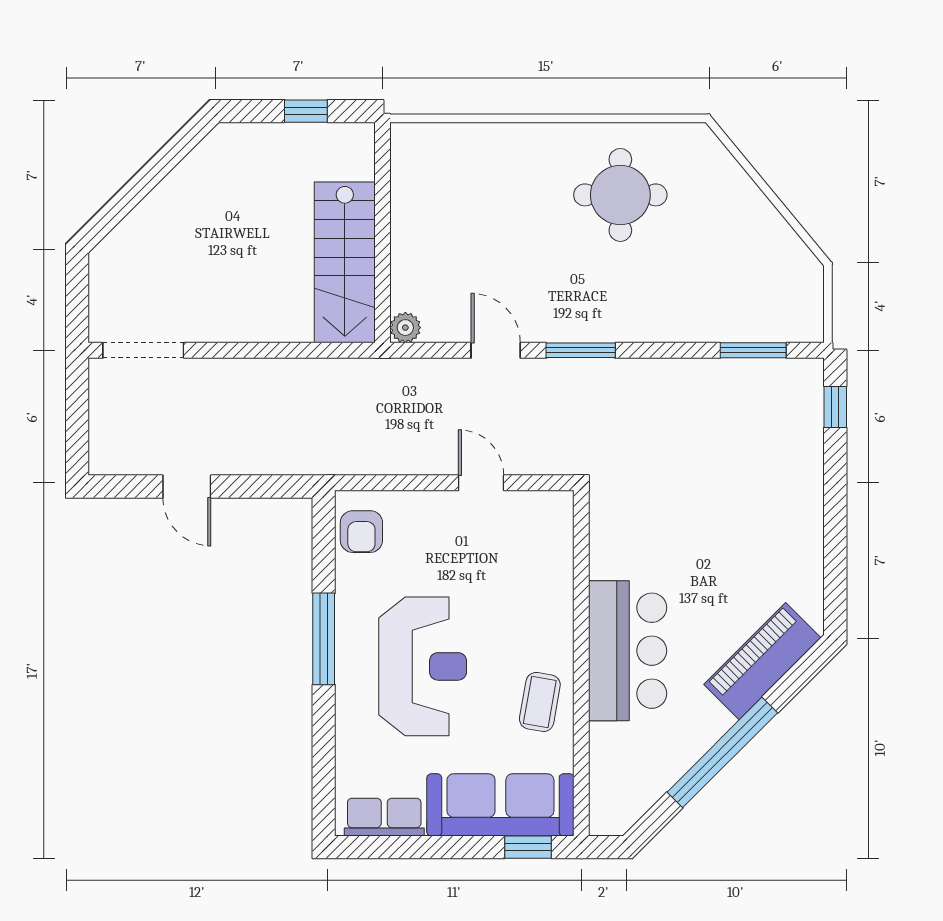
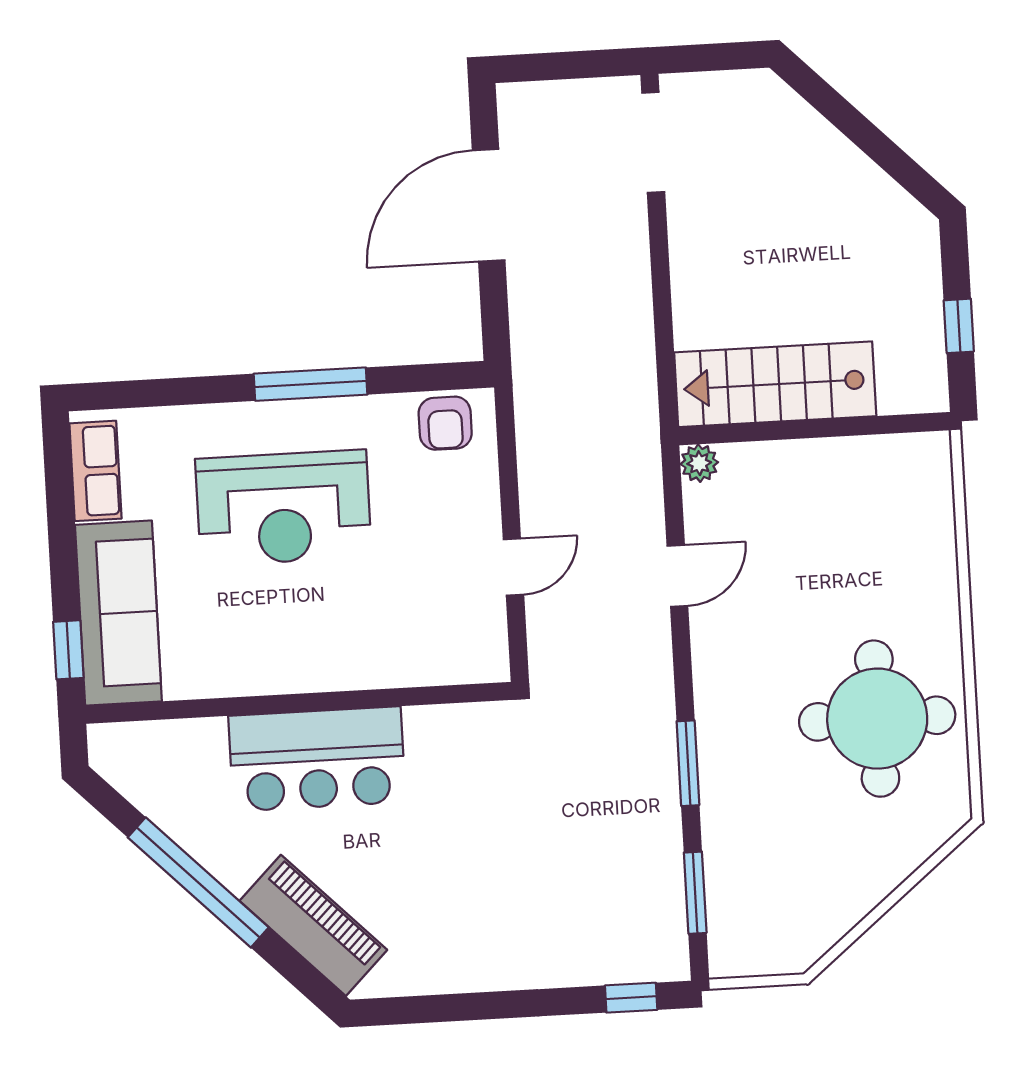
round table: (620, 195) -> (877, 719), width x1.36, depth x1.36
window: (581, 350) -> (688, 763), moved
door: (187, 486) -> (489, 205), width x1.87
armchair: (361, 532) -> (445, 423), turned -90
coffee table: (540, 702) -> (248, 654), removed

